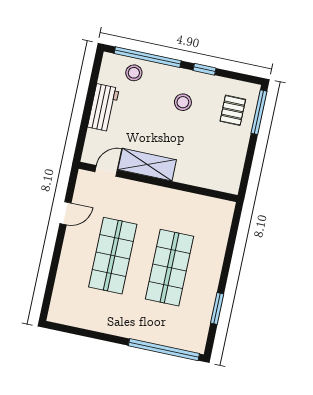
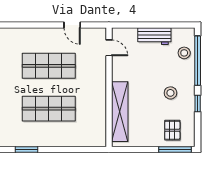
pallet: (233, 110) -> (172, 130), turned 90
shelving: (147, 165) -> (120, 112), moved, width x1.47

